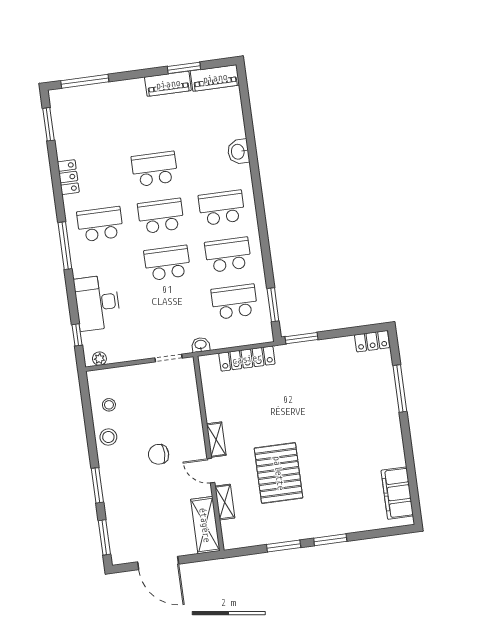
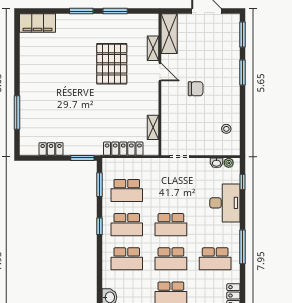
window: (265, 247) -> (100, 226), added
locker: (372, 341) -> (51, 149), moved
washbasin: (201, 345) -> (216, 163), moved
stool: (108, 437) -> (230, 106), removed
shelving: (216, 440) -> (153, 127), moved
filing cabinet: (397, 493) -> (38, 23), moved, turned 90

